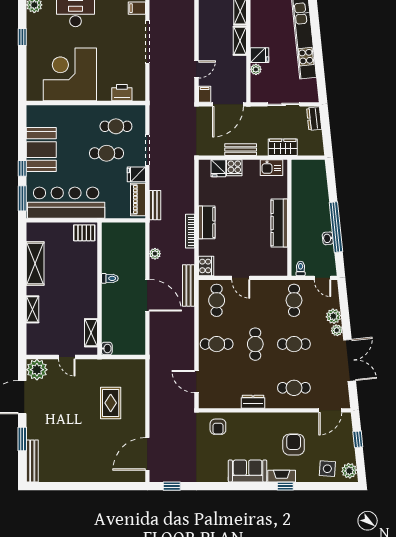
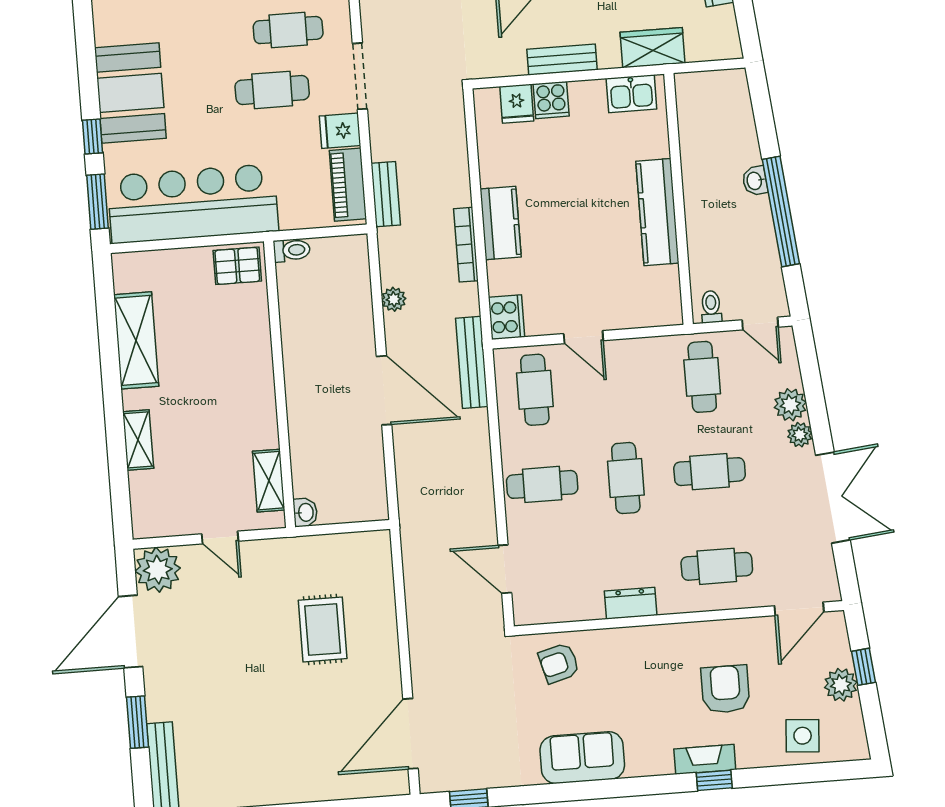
washbasin: (328, 238) -> (755, 181), moved
toilet: (110, 278) -> (292, 250), moved
armchair: (218, 427) -> (559, 663), turned 75
sofa: (248, 471) -> (582, 758), moved
plant: (349, 471) -> (841, 685), moved

